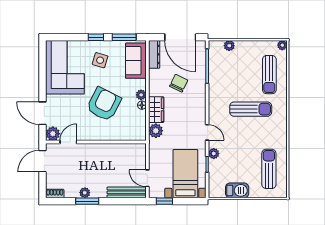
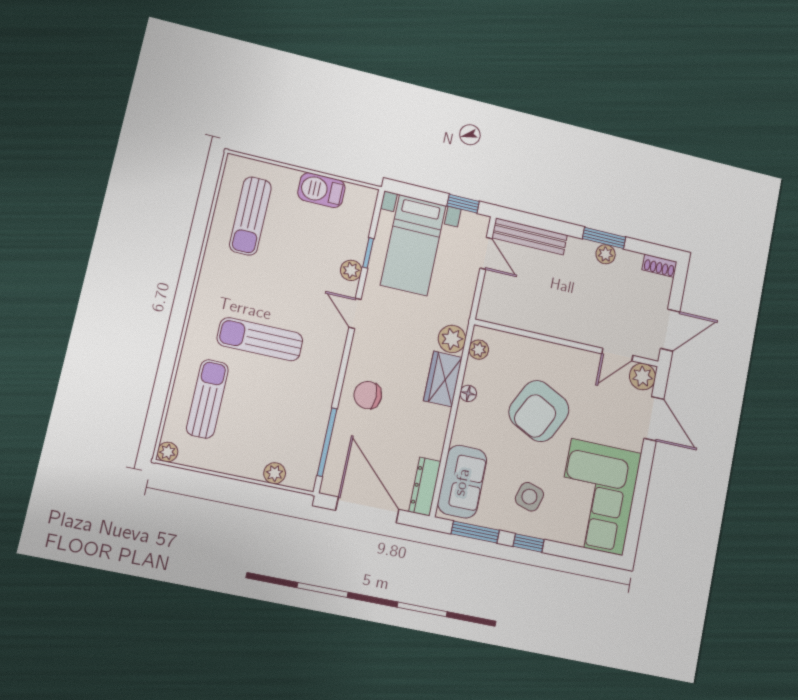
chair: (179, 83) -> (368, 395), moved, turned 64
plant: (141, 95) -> (479, 350), moved

